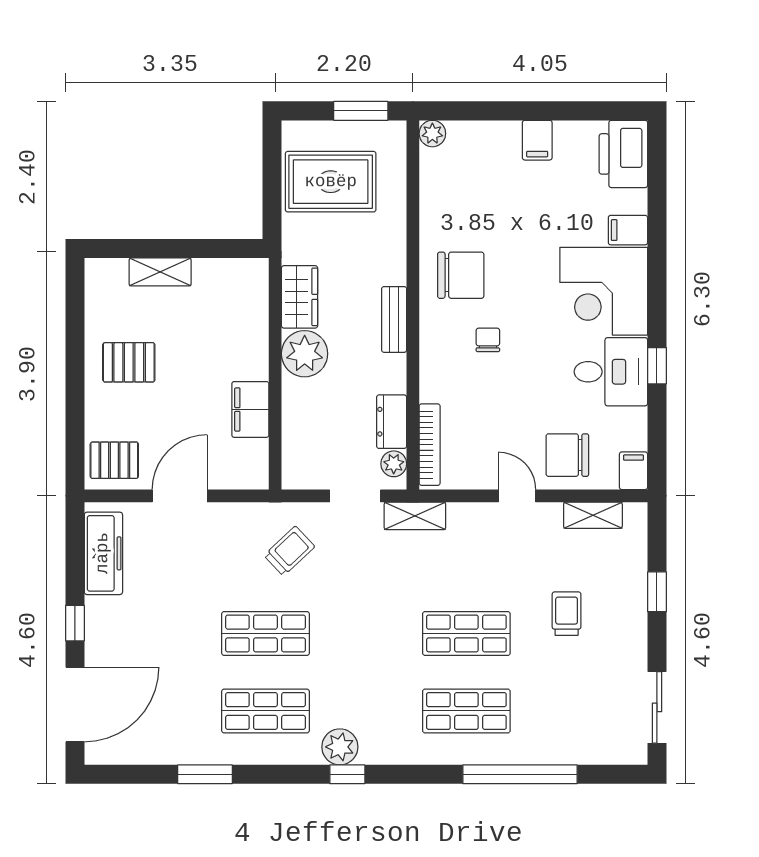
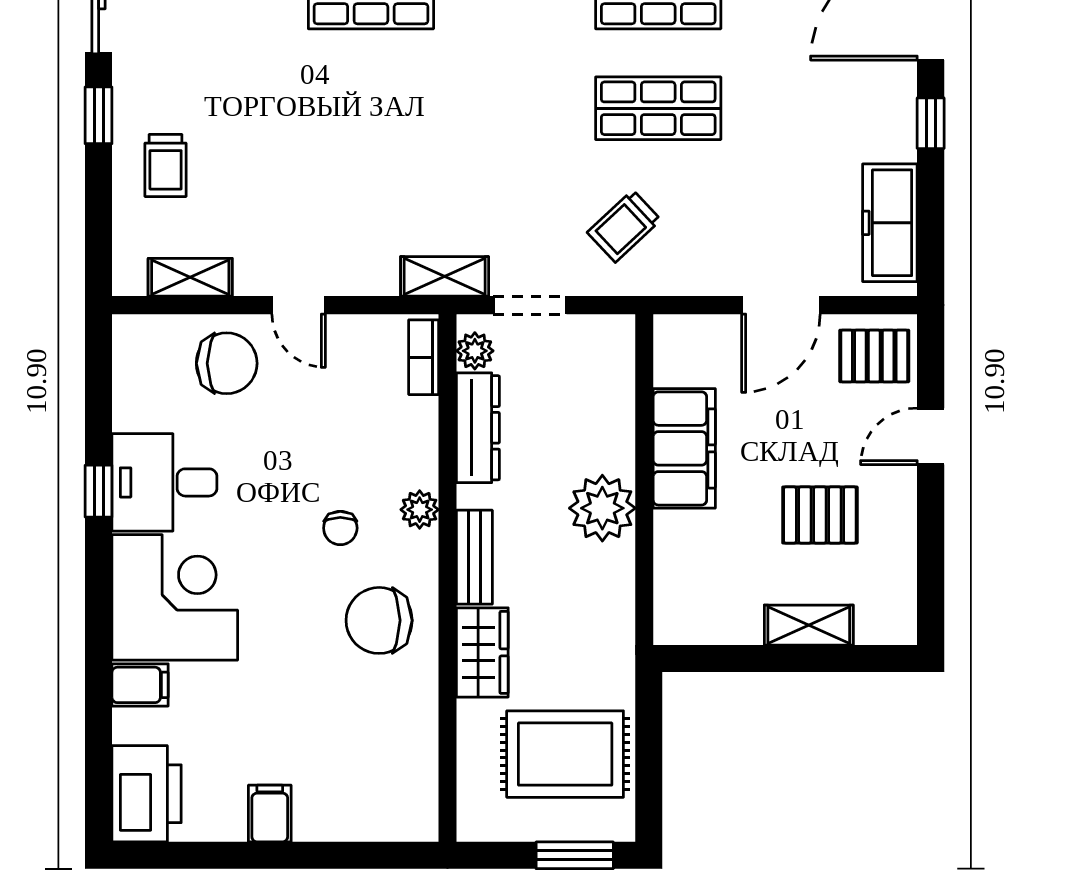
window: (361, 111) -> (575, 855), moved
plant: (432, 134) -> (420, 510), moved
wardrobe: (300, 297) -> (482, 652), moved, turned 180
pallet: (129, 362) -> (820, 515), moved
door: (75, 404) -> (931, 436), added
filing cabinet: (250, 409) -> (684, 448), width x1.50, depth x1.17
dresser: (392, 422) -> (478, 428), width x1.44
bookcase: (430, 445) -> (424, 357), width x0.64
filing cabinet: (633, 471) -> (132, 341), removed
window: (657, 592) -> (99, 115), moved
trolley: (567, 614) -> (166, 165), moved
shop shelf: (466, 633) -> (371, 108), removed

